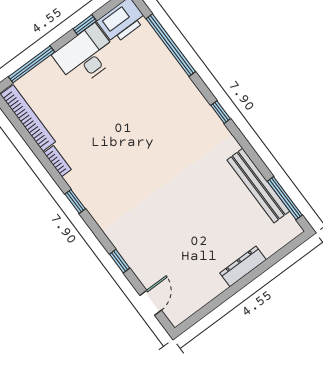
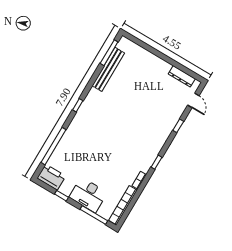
desk: (86, 56) -> (88, 195), moved
dresser: (243, 266) -> (182, 76), moved
door: (151, 303) -> (193, 100), swing flipped

